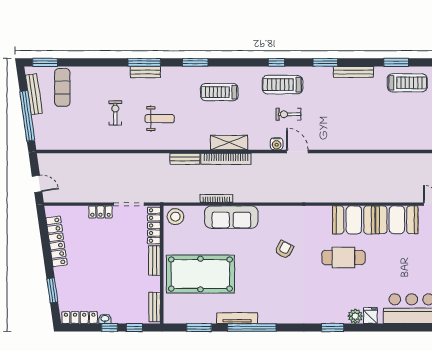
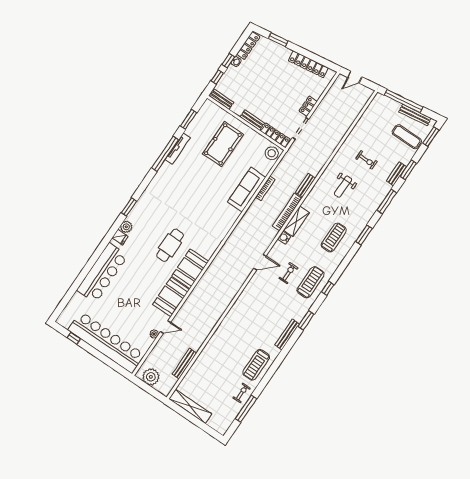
window: (396, 62) -> (408, 170), moved
bench: (145, 72) -> (396, 174), moved
water cooler: (277, 144) -> (284, 238), moved
armchair: (284, 249) -> (202, 210), removed
pool table: (200, 274) -> (223, 144), width x0.73, depth x0.76

